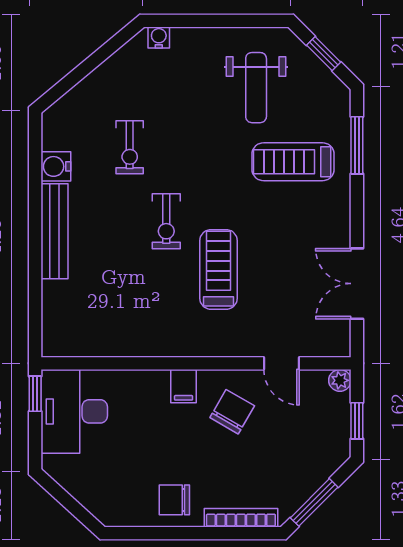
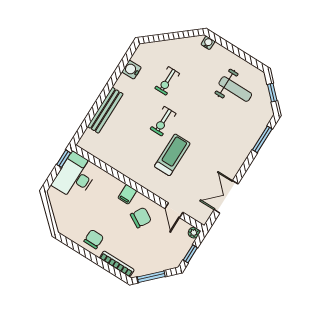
weight bench: (256, 88) -> (235, 89), turned -90
treadmill: (293, 162) -> (231, 130), removed
bench: (55, 231) -> (105, 110), moved
chair: (174, 500) -> (94, 239), turned 90

